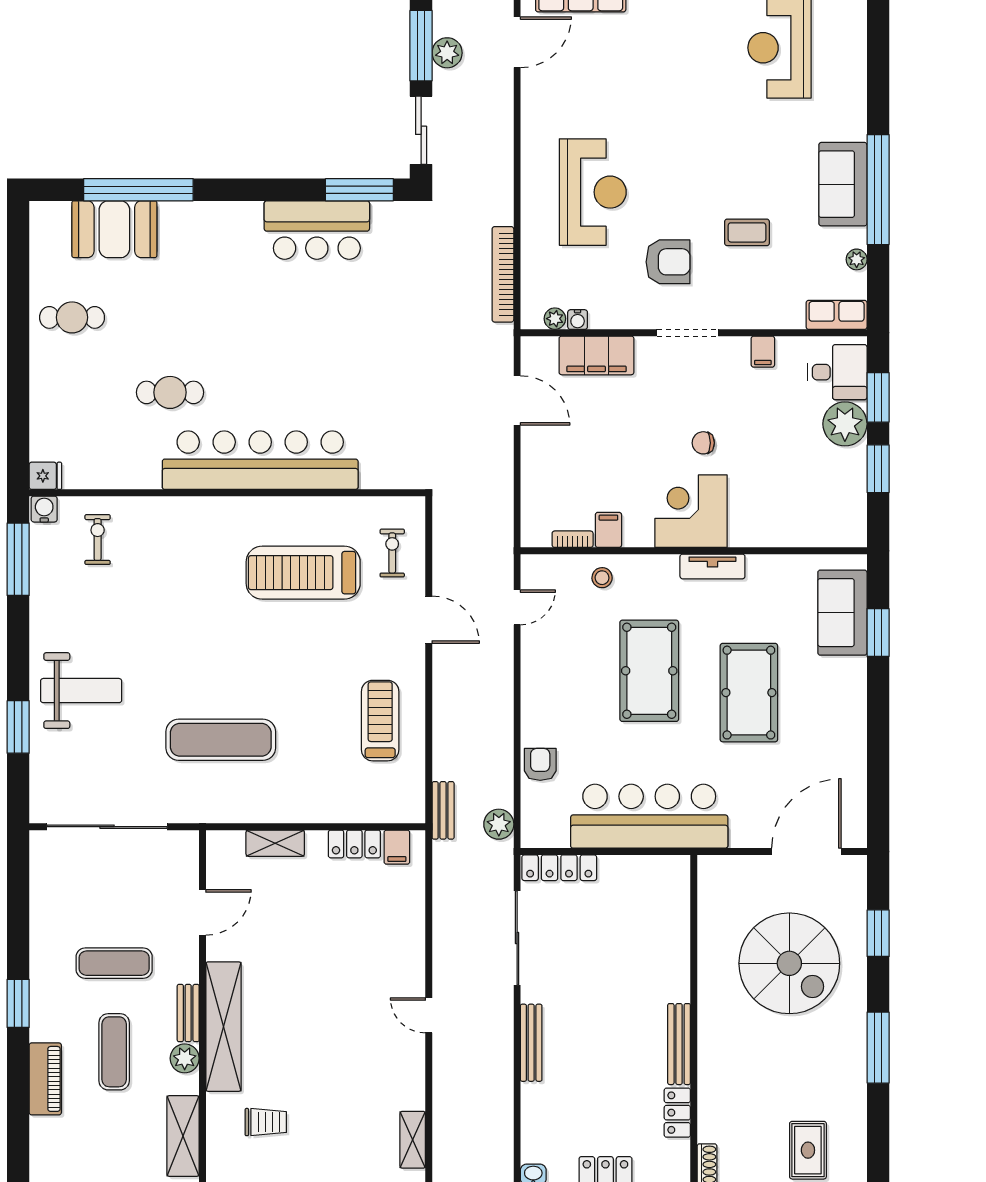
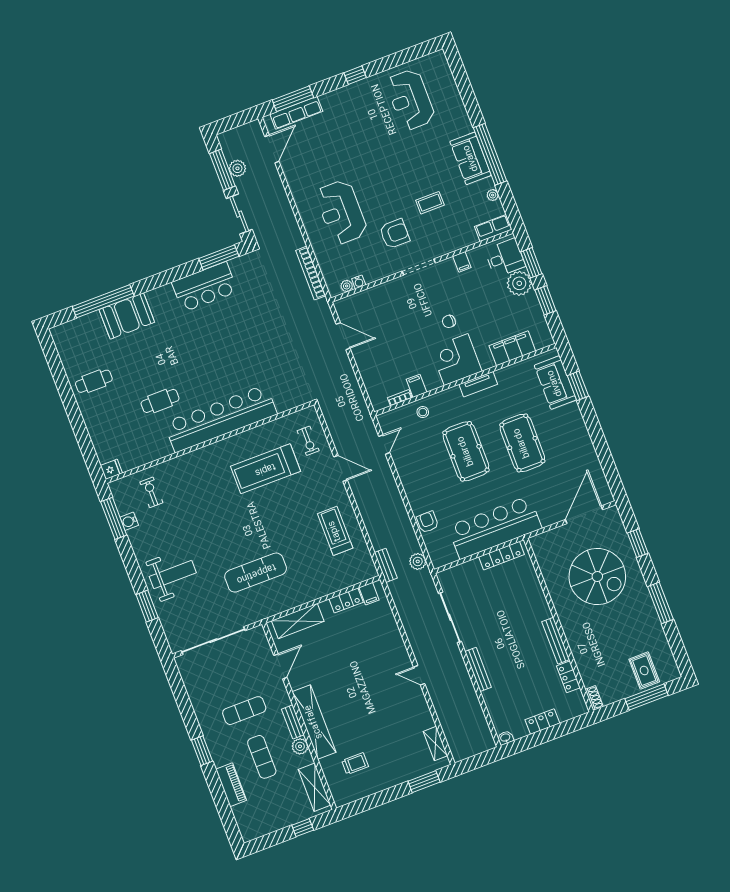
reception desk: (593, 192) -> (341, 212), turned 180
booth: (114, 229) -> (127, 316), moved
filing cabinet: (596, 355) -> (512, 348), moved, turned 180
water cooler: (44, 509) -> (129, 521), moved, turned -90
exercise bike: (392, 553) -> (308, 441), turned 180
shelving: (275, 843) -> (298, 621), width x1.50, depth x1.33
locker: (559, 868) -> (502, 556), moved

